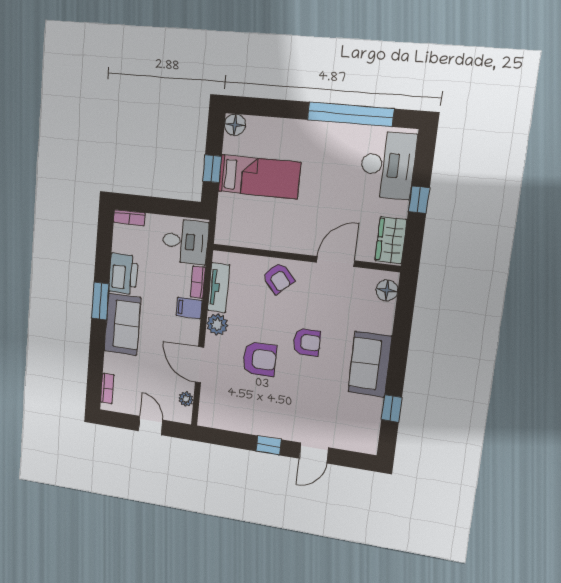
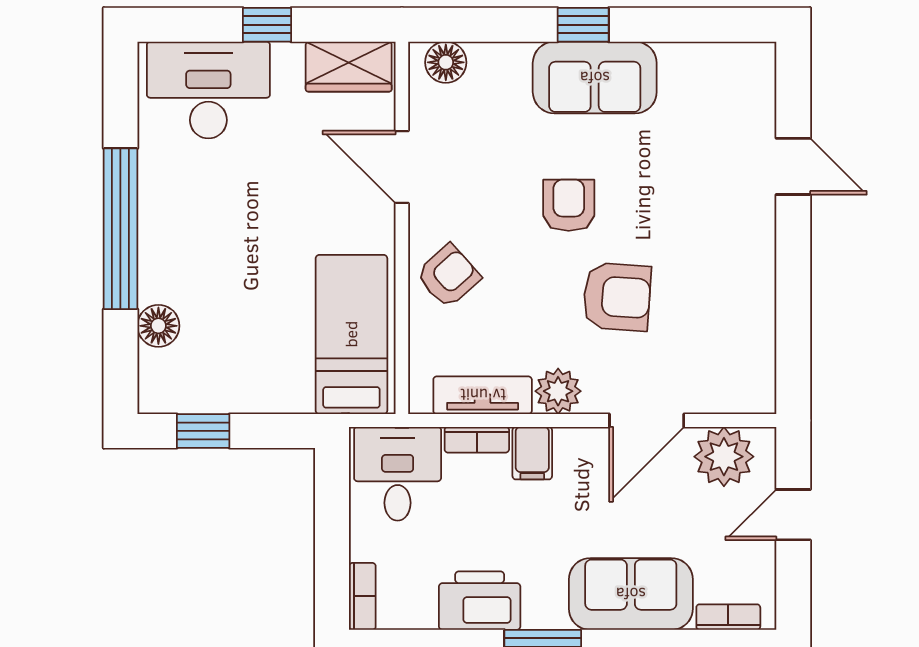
window: (350, 114) -> (120, 229), moved
floor lamp: (235, 125) -> (158, 326), moved
window: (212, 169) -> (203, 431), moved
bed: (259, 177) -> (351, 334), moved
sofa: (122, 324) -> (631, 594), moved
armchair: (260, 359) -> (617, 297), turned 94
plant: (186, 399) -> (724, 457), width x1.88, depth x1.88
window: (392, 408) -> (583, 25), moved
window: (269, 445) -> (793, 260), removed

